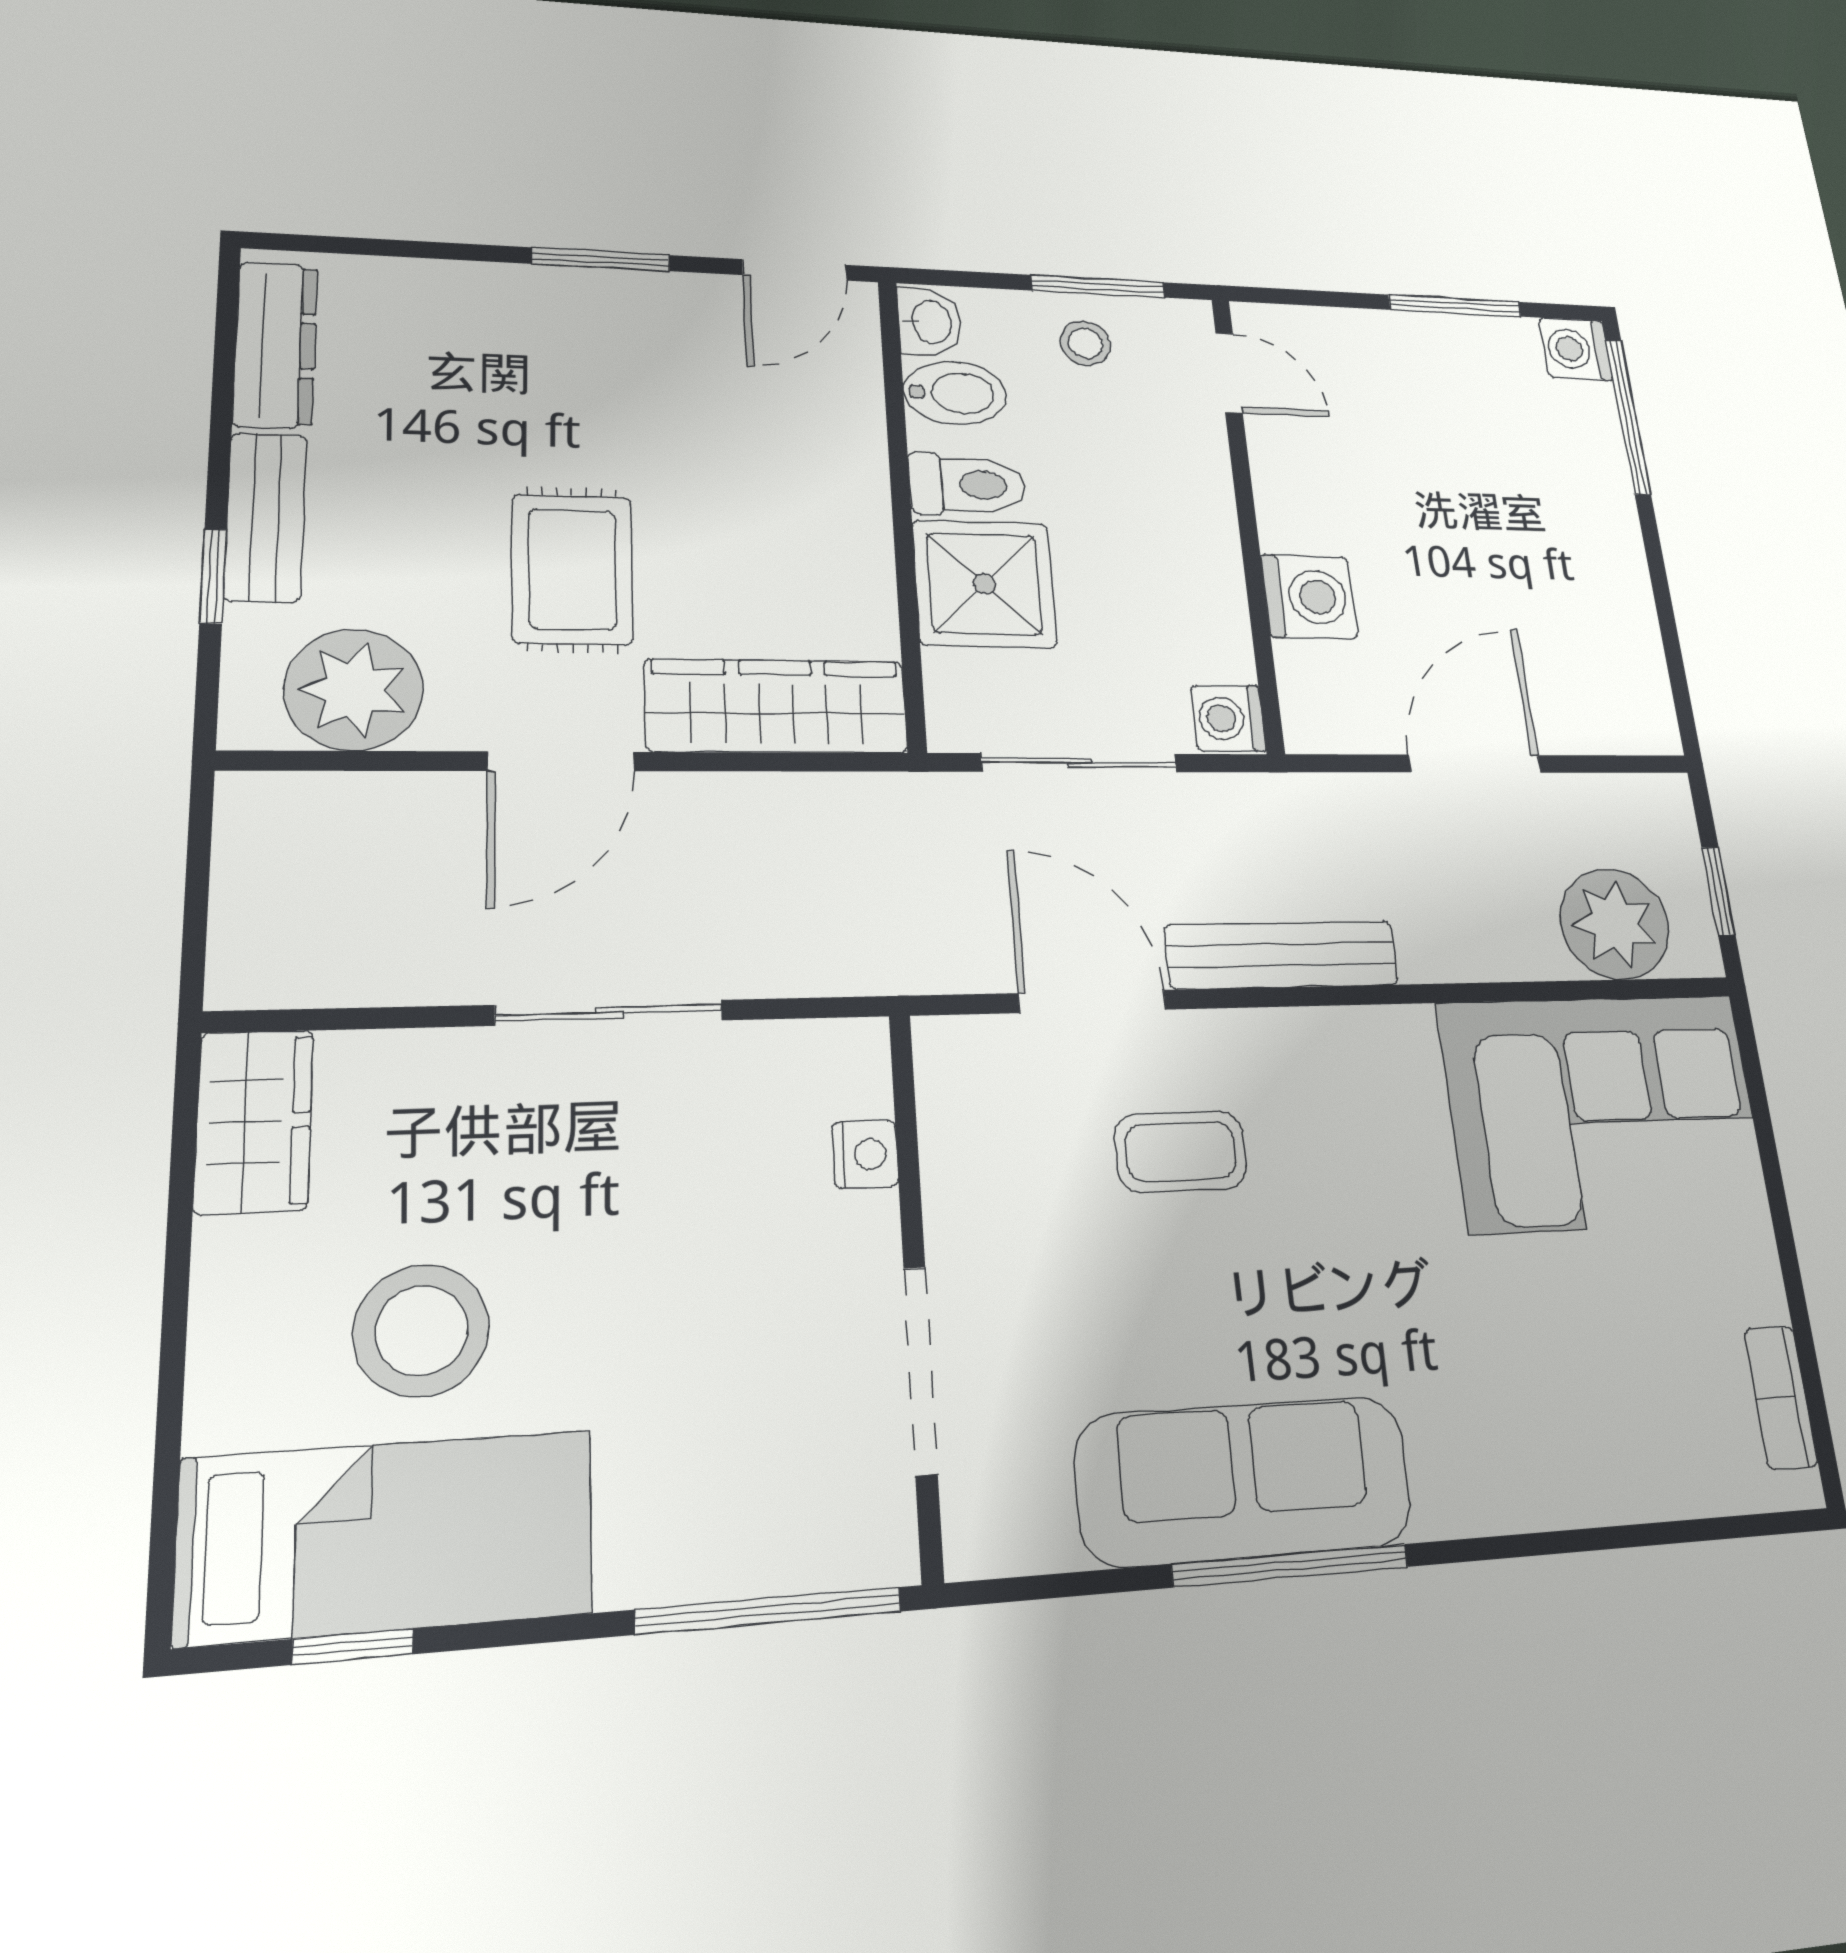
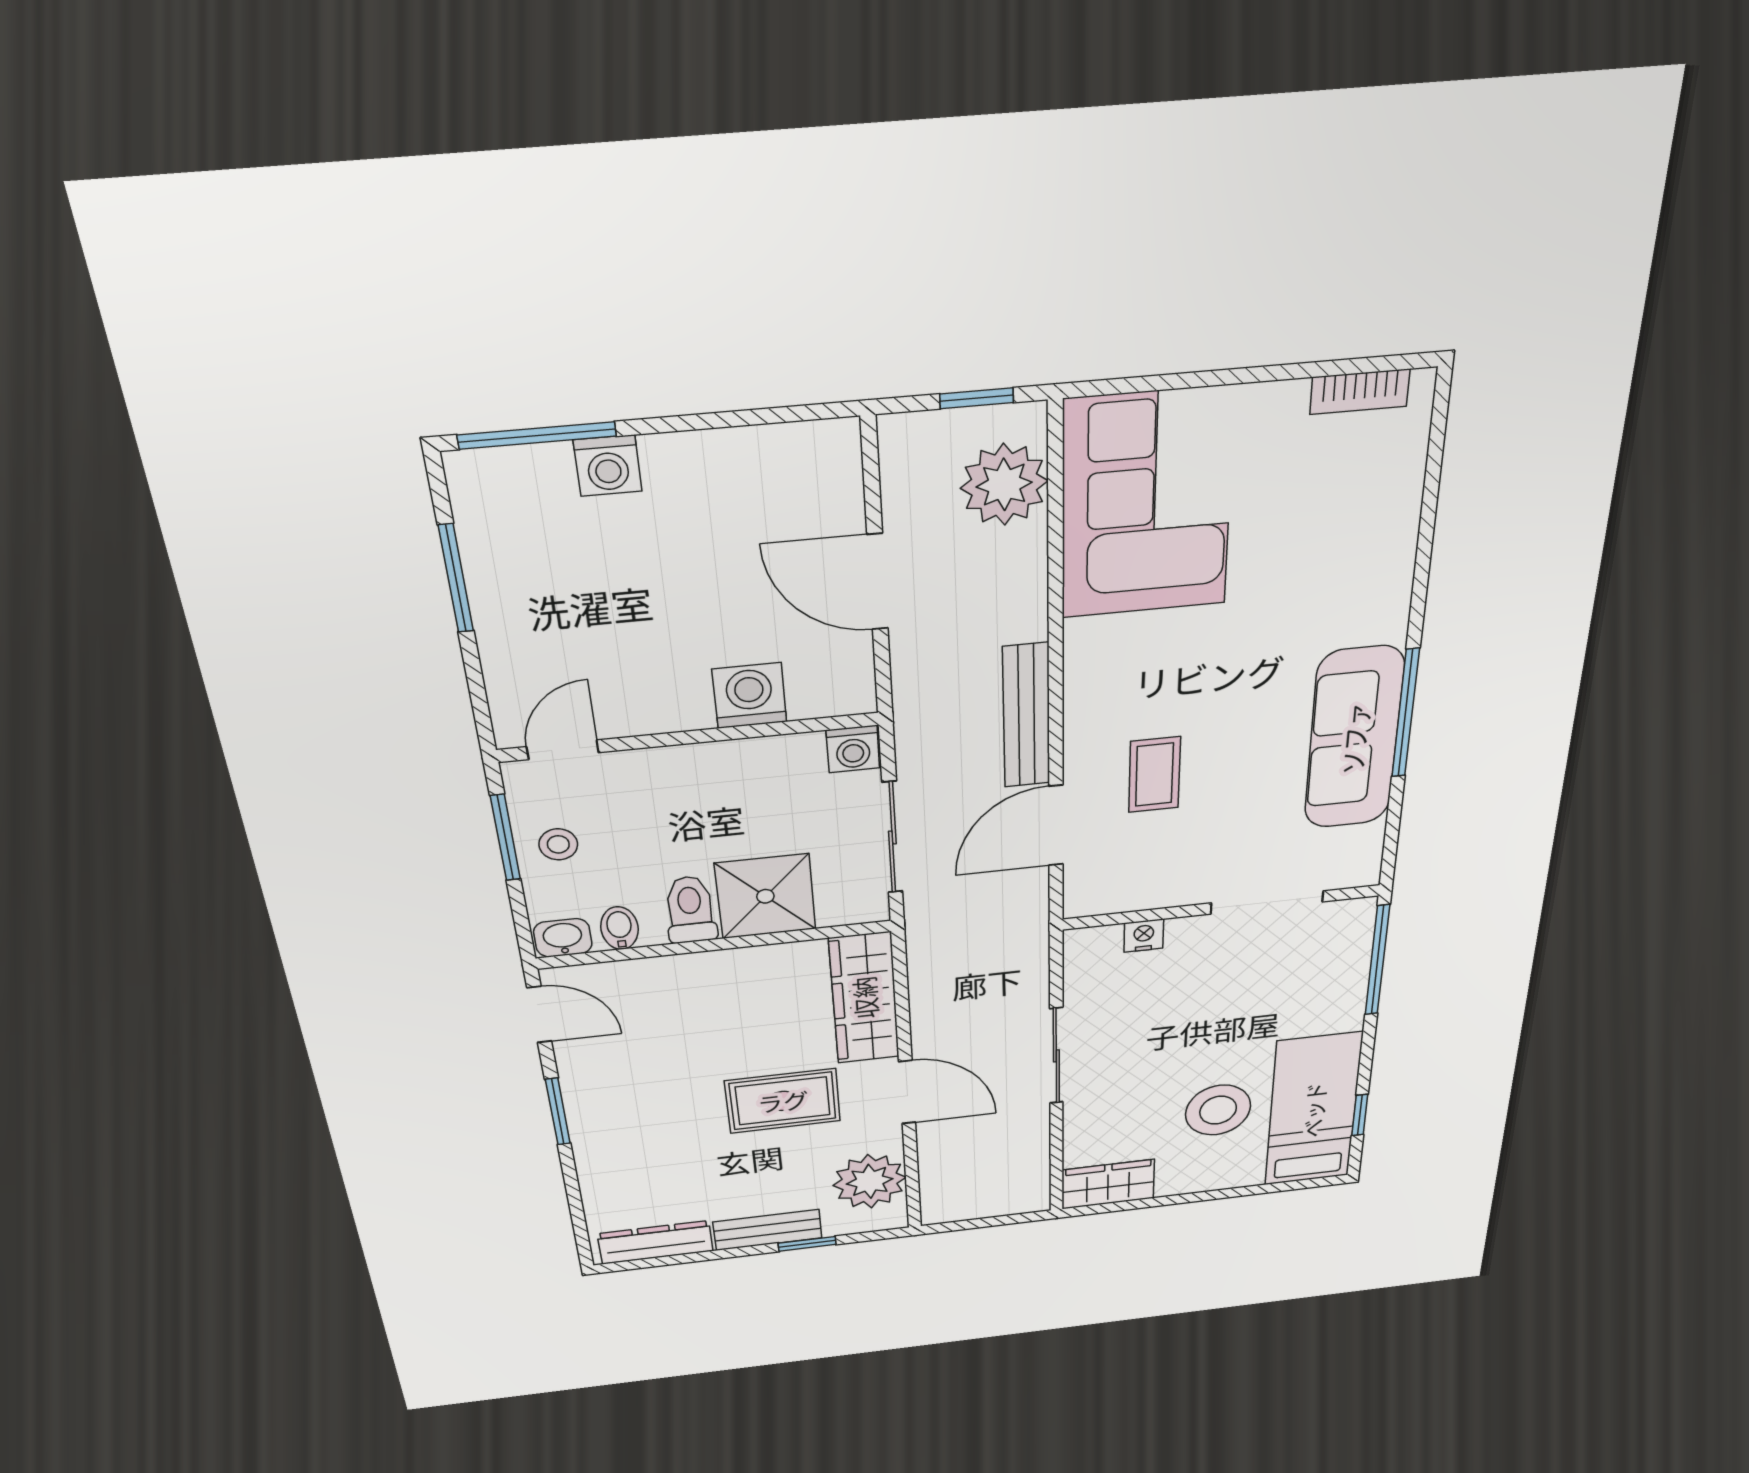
washing machine: (1576, 349) -> (608, 466), moved
bidet: (955, 393) -> (620, 928), width x0.72, depth x0.74

